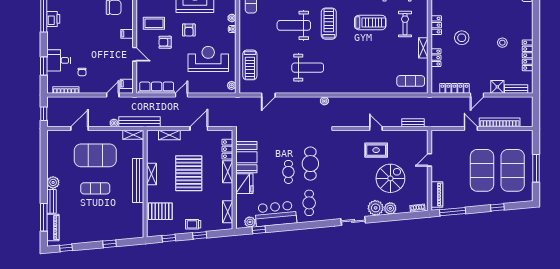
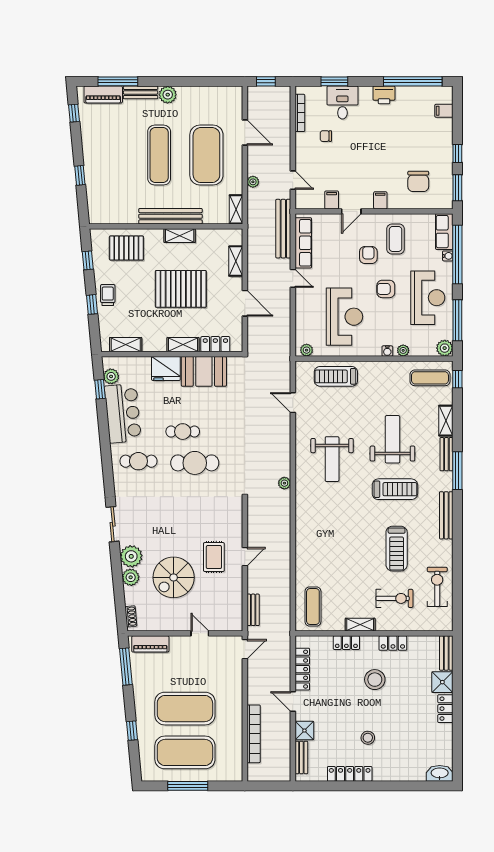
printer: (53, 19) -> (384, 95), moved
filing cabinet: (127, 84) -> (332, 200), moved
bench: (140, 122) -> (283, 229), moved
door: (471, 129) -> (245, 649), moved
spiral stairs: (390, 178) -> (174, 577), turned 90
exercise mat: (95, 188) -> (159, 155), width x1.36, depth x1.45
pallet: (160, 211) -> (126, 248), turned 90

